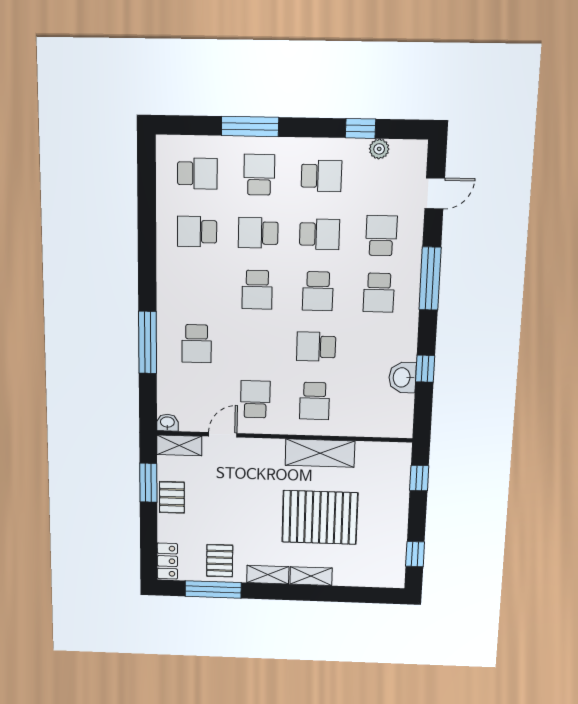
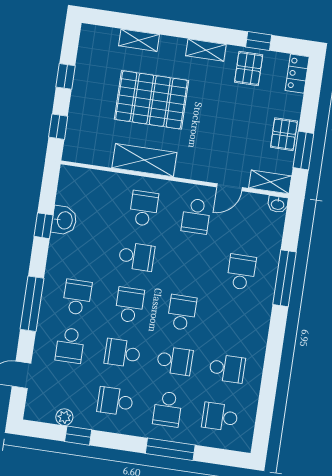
window: (415, 554) -> (66, 76), moved
shelving: (311, 576) -> (139, 40), moved
window: (213, 589) -> (259, 41), width x0.46

